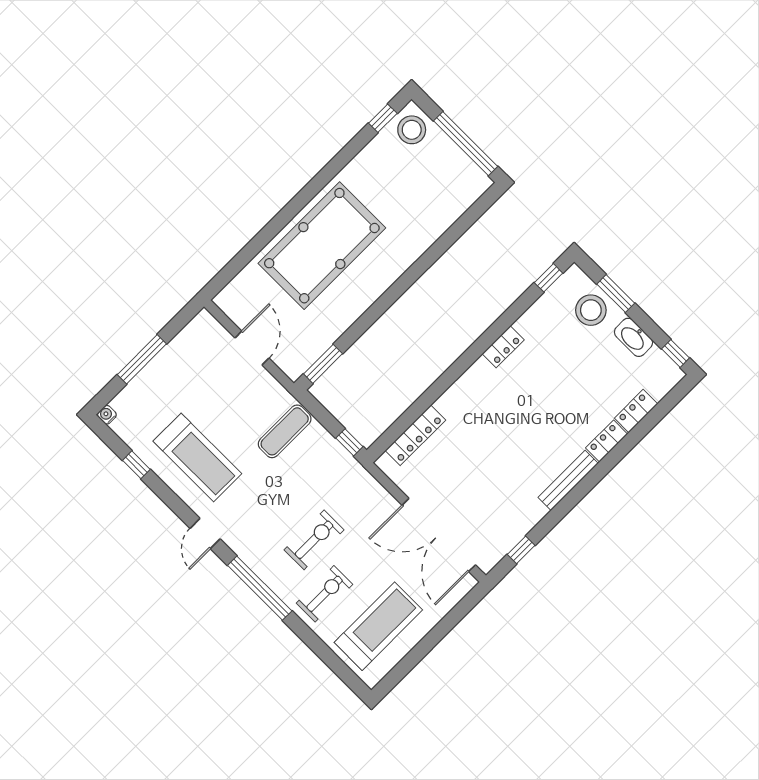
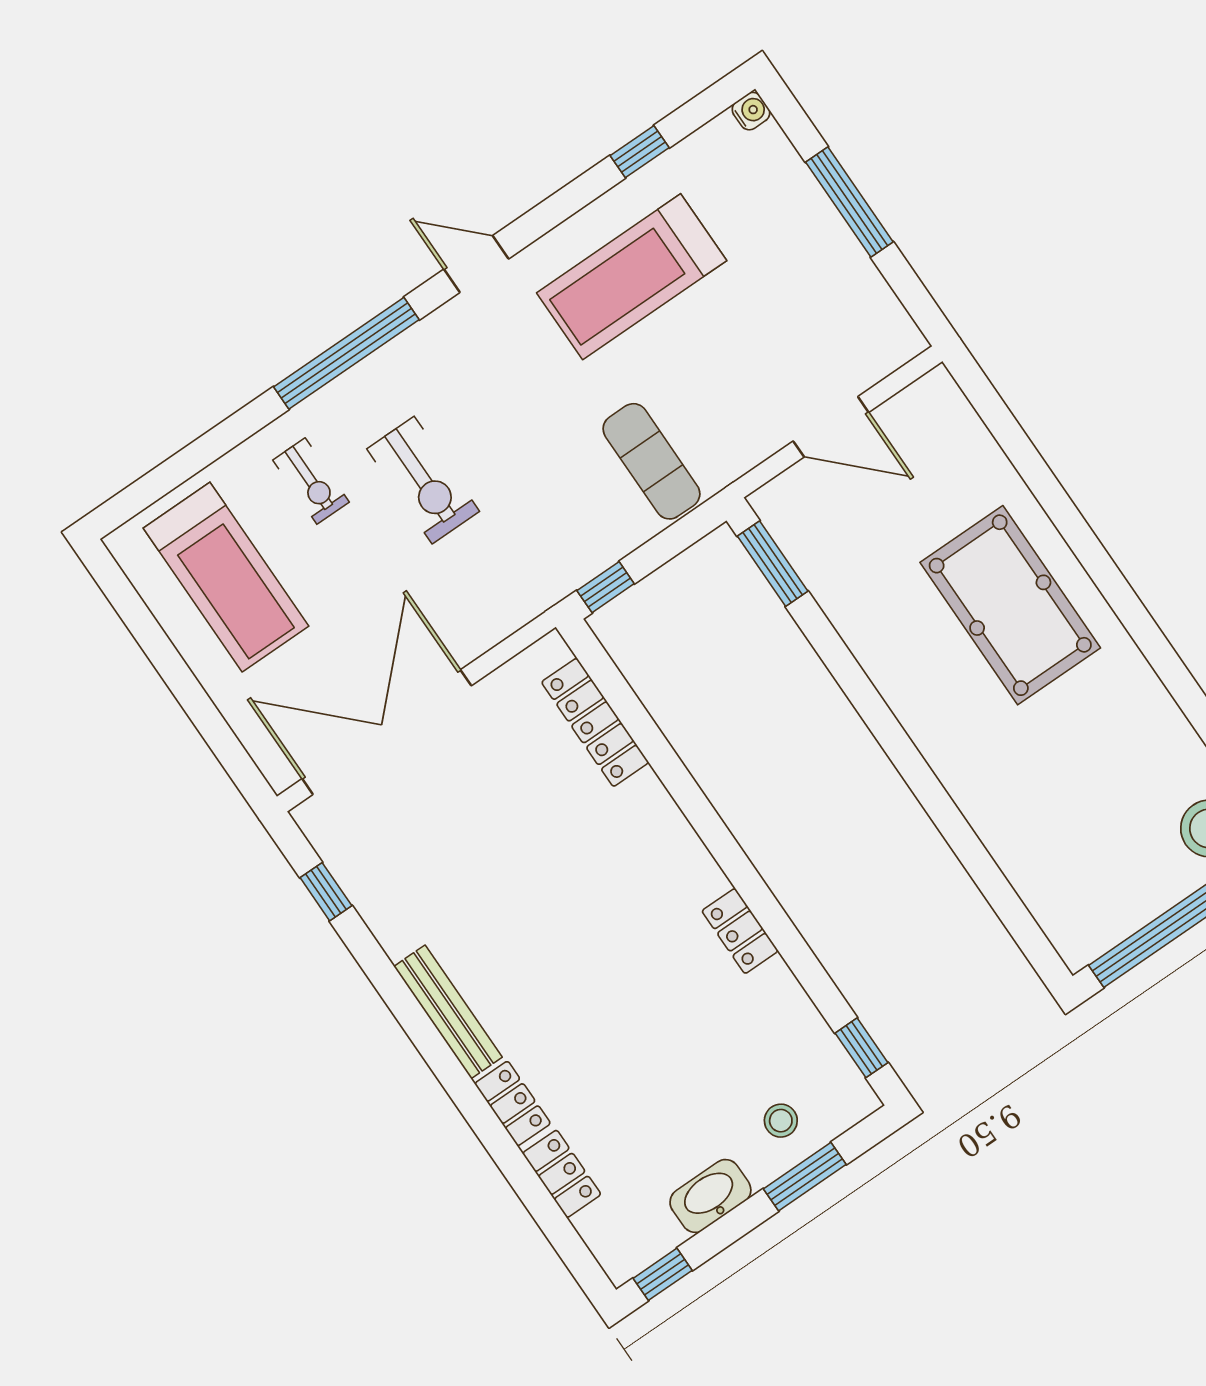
pool table: (322, 246) -> (1010, 605), width x0.73, depth x0.76
stool: (591, 310) -> (781, 1121), width x0.53, depth x0.53
exercise bike: (325, 594) -> (311, 481), width x0.73, depth x0.72

